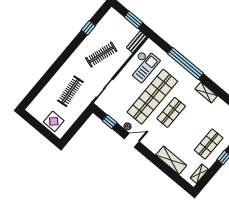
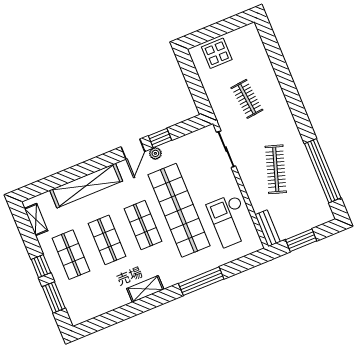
window: (88, 28) -> (323, 171), width x3.17
window: (186, 64) -> (201, 281), width x0.68
clothes rail: (70, 91) -> (247, 99), width x0.73
window: (110, 122) -> (160, 138), moved
shop shelf: (190, 128) -> (107, 240), added
shelving: (171, 160) -> (86, 186), width x1.47

